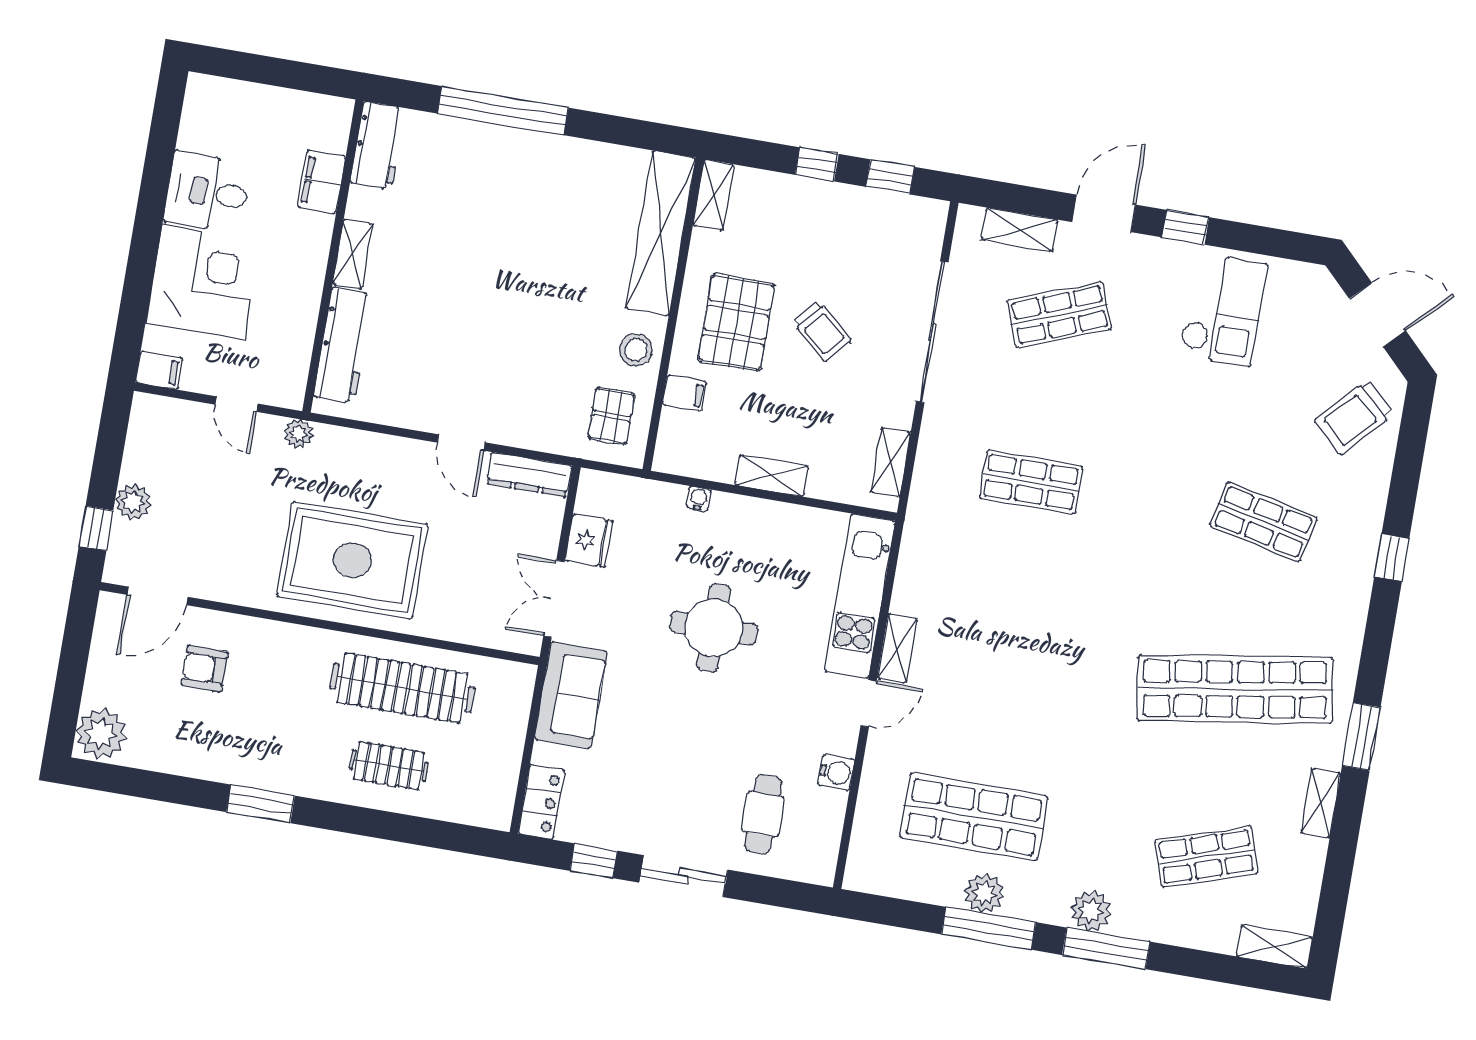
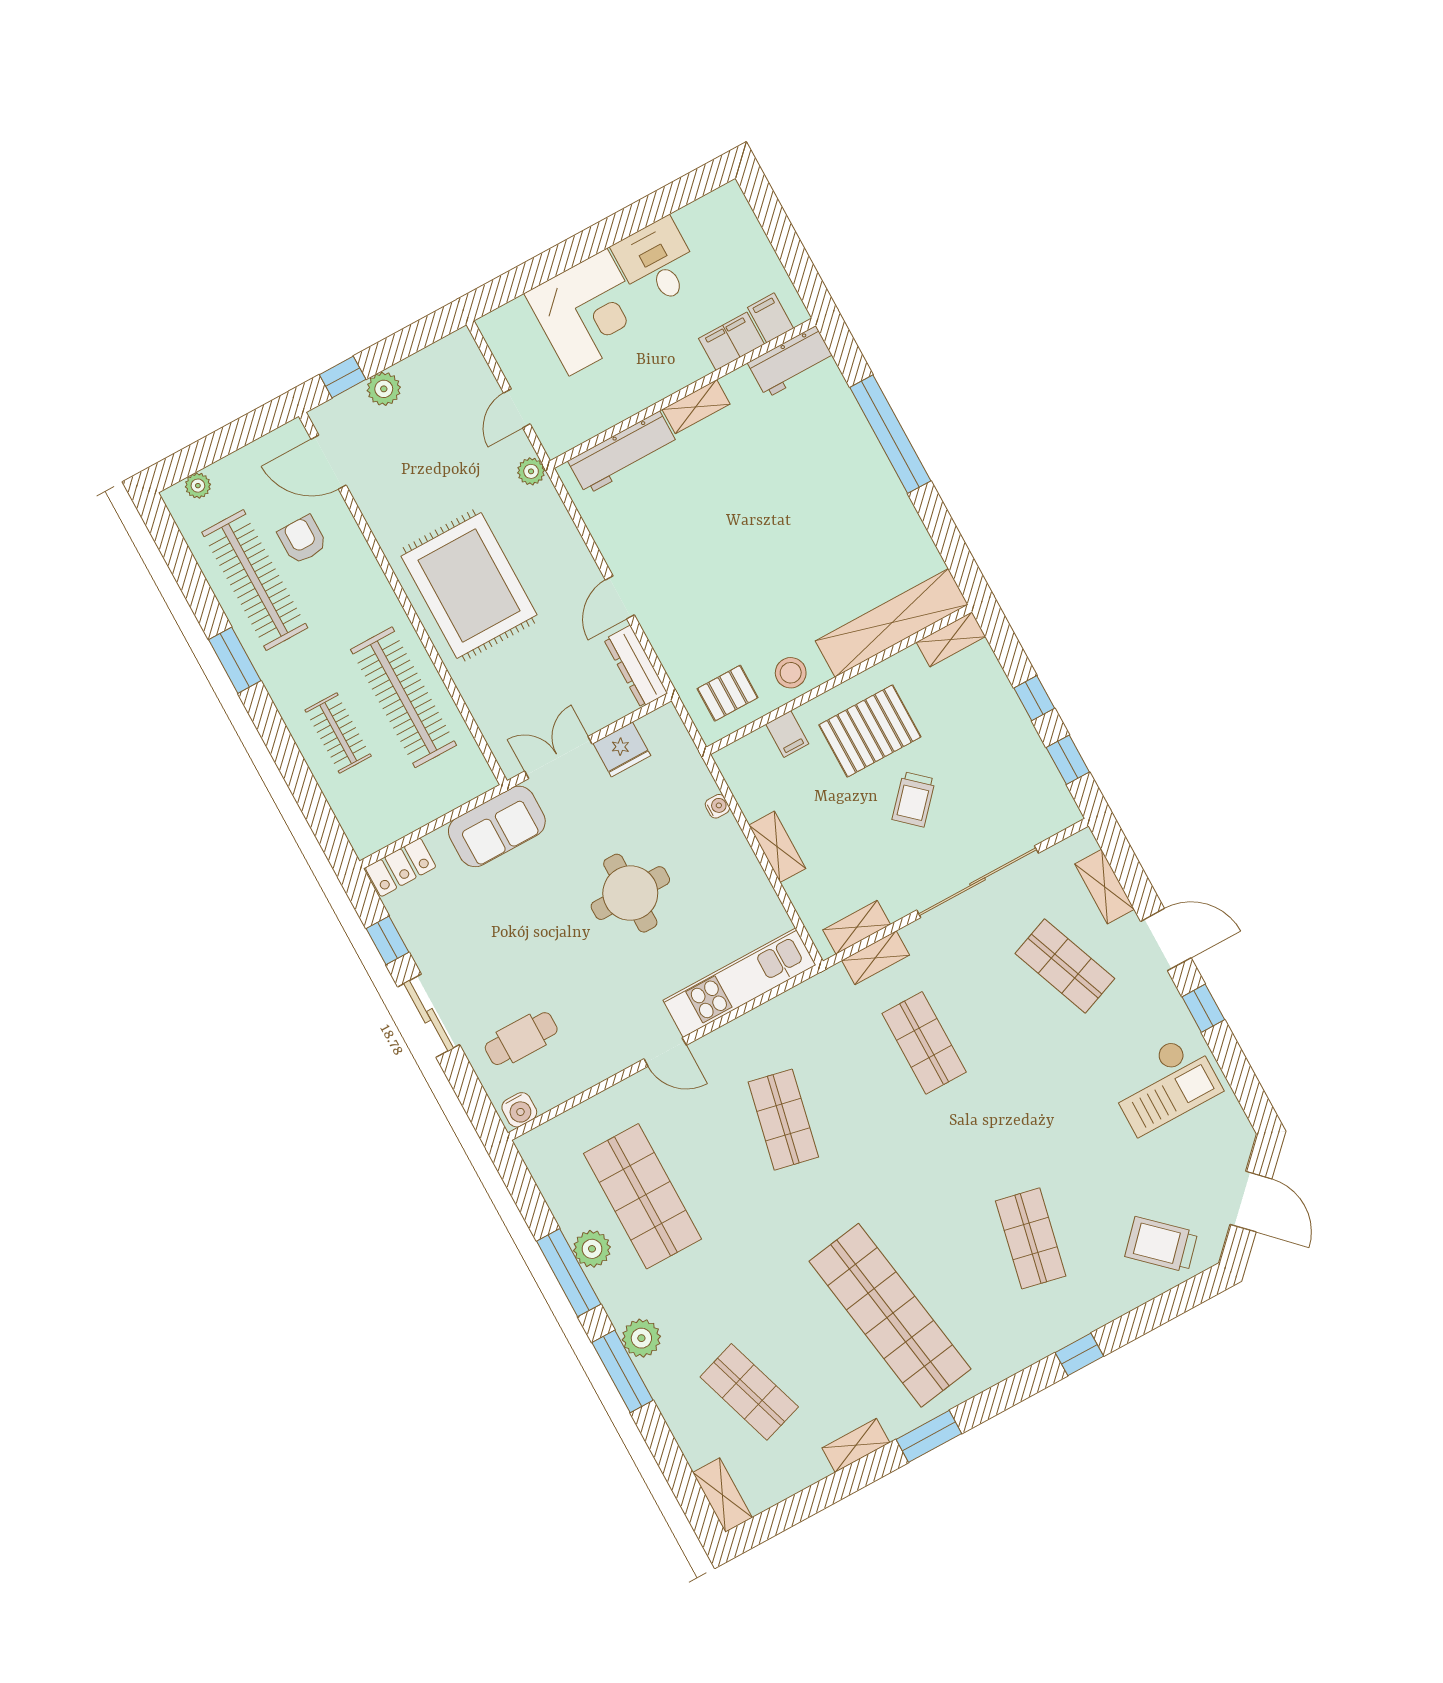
filing cabinet: (159, 370) -> (771, 318), moved, turned 180
shelving: (897, 648) -> (876, 958), moved
shop shelf: (1002, 649) -> (783, 1120), added
plant: (101, 734) -> (198, 486), width x0.53, depth x0.53
clothes rail: (207, 735) -> (255, 580), added
water cooler: (836, 772) -> (519, 1110), moved

